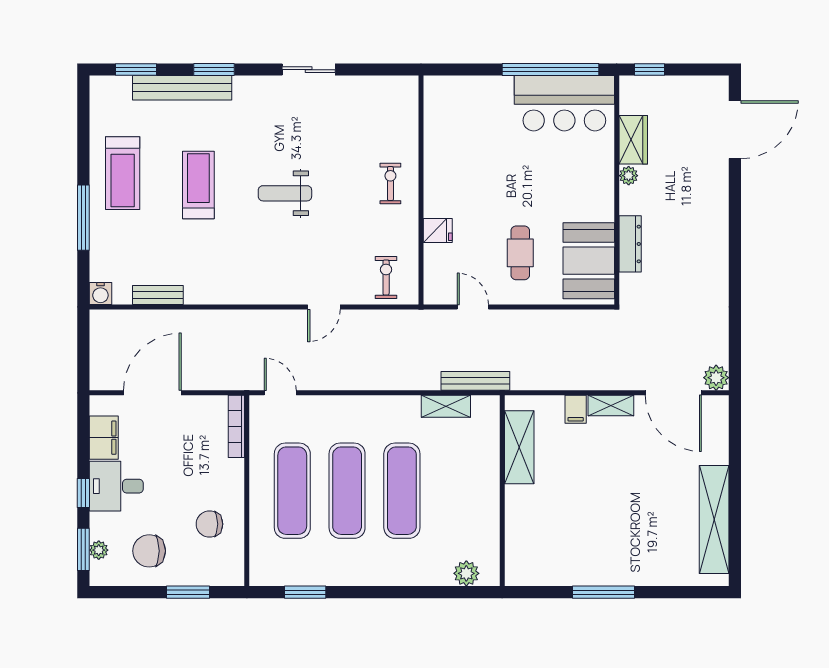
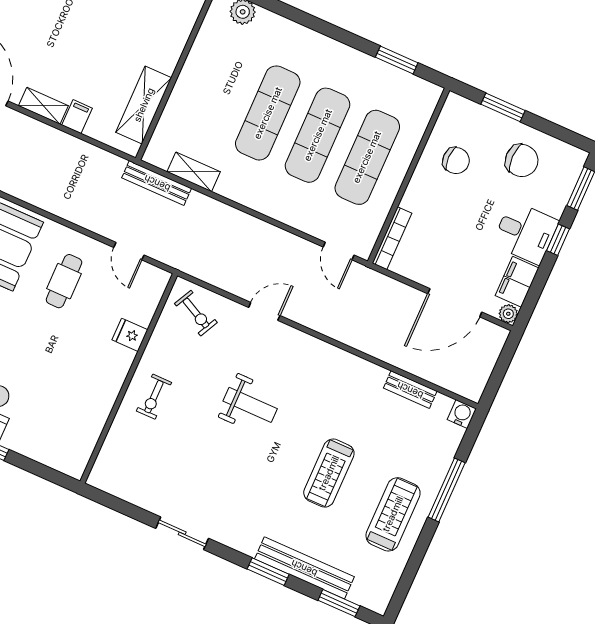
weight bench: (285, 193) -> (250, 405), moved
exercise bike: (386, 278) -> (196, 313), turned -63
plant: (99, 550) -> (508, 314), moved

